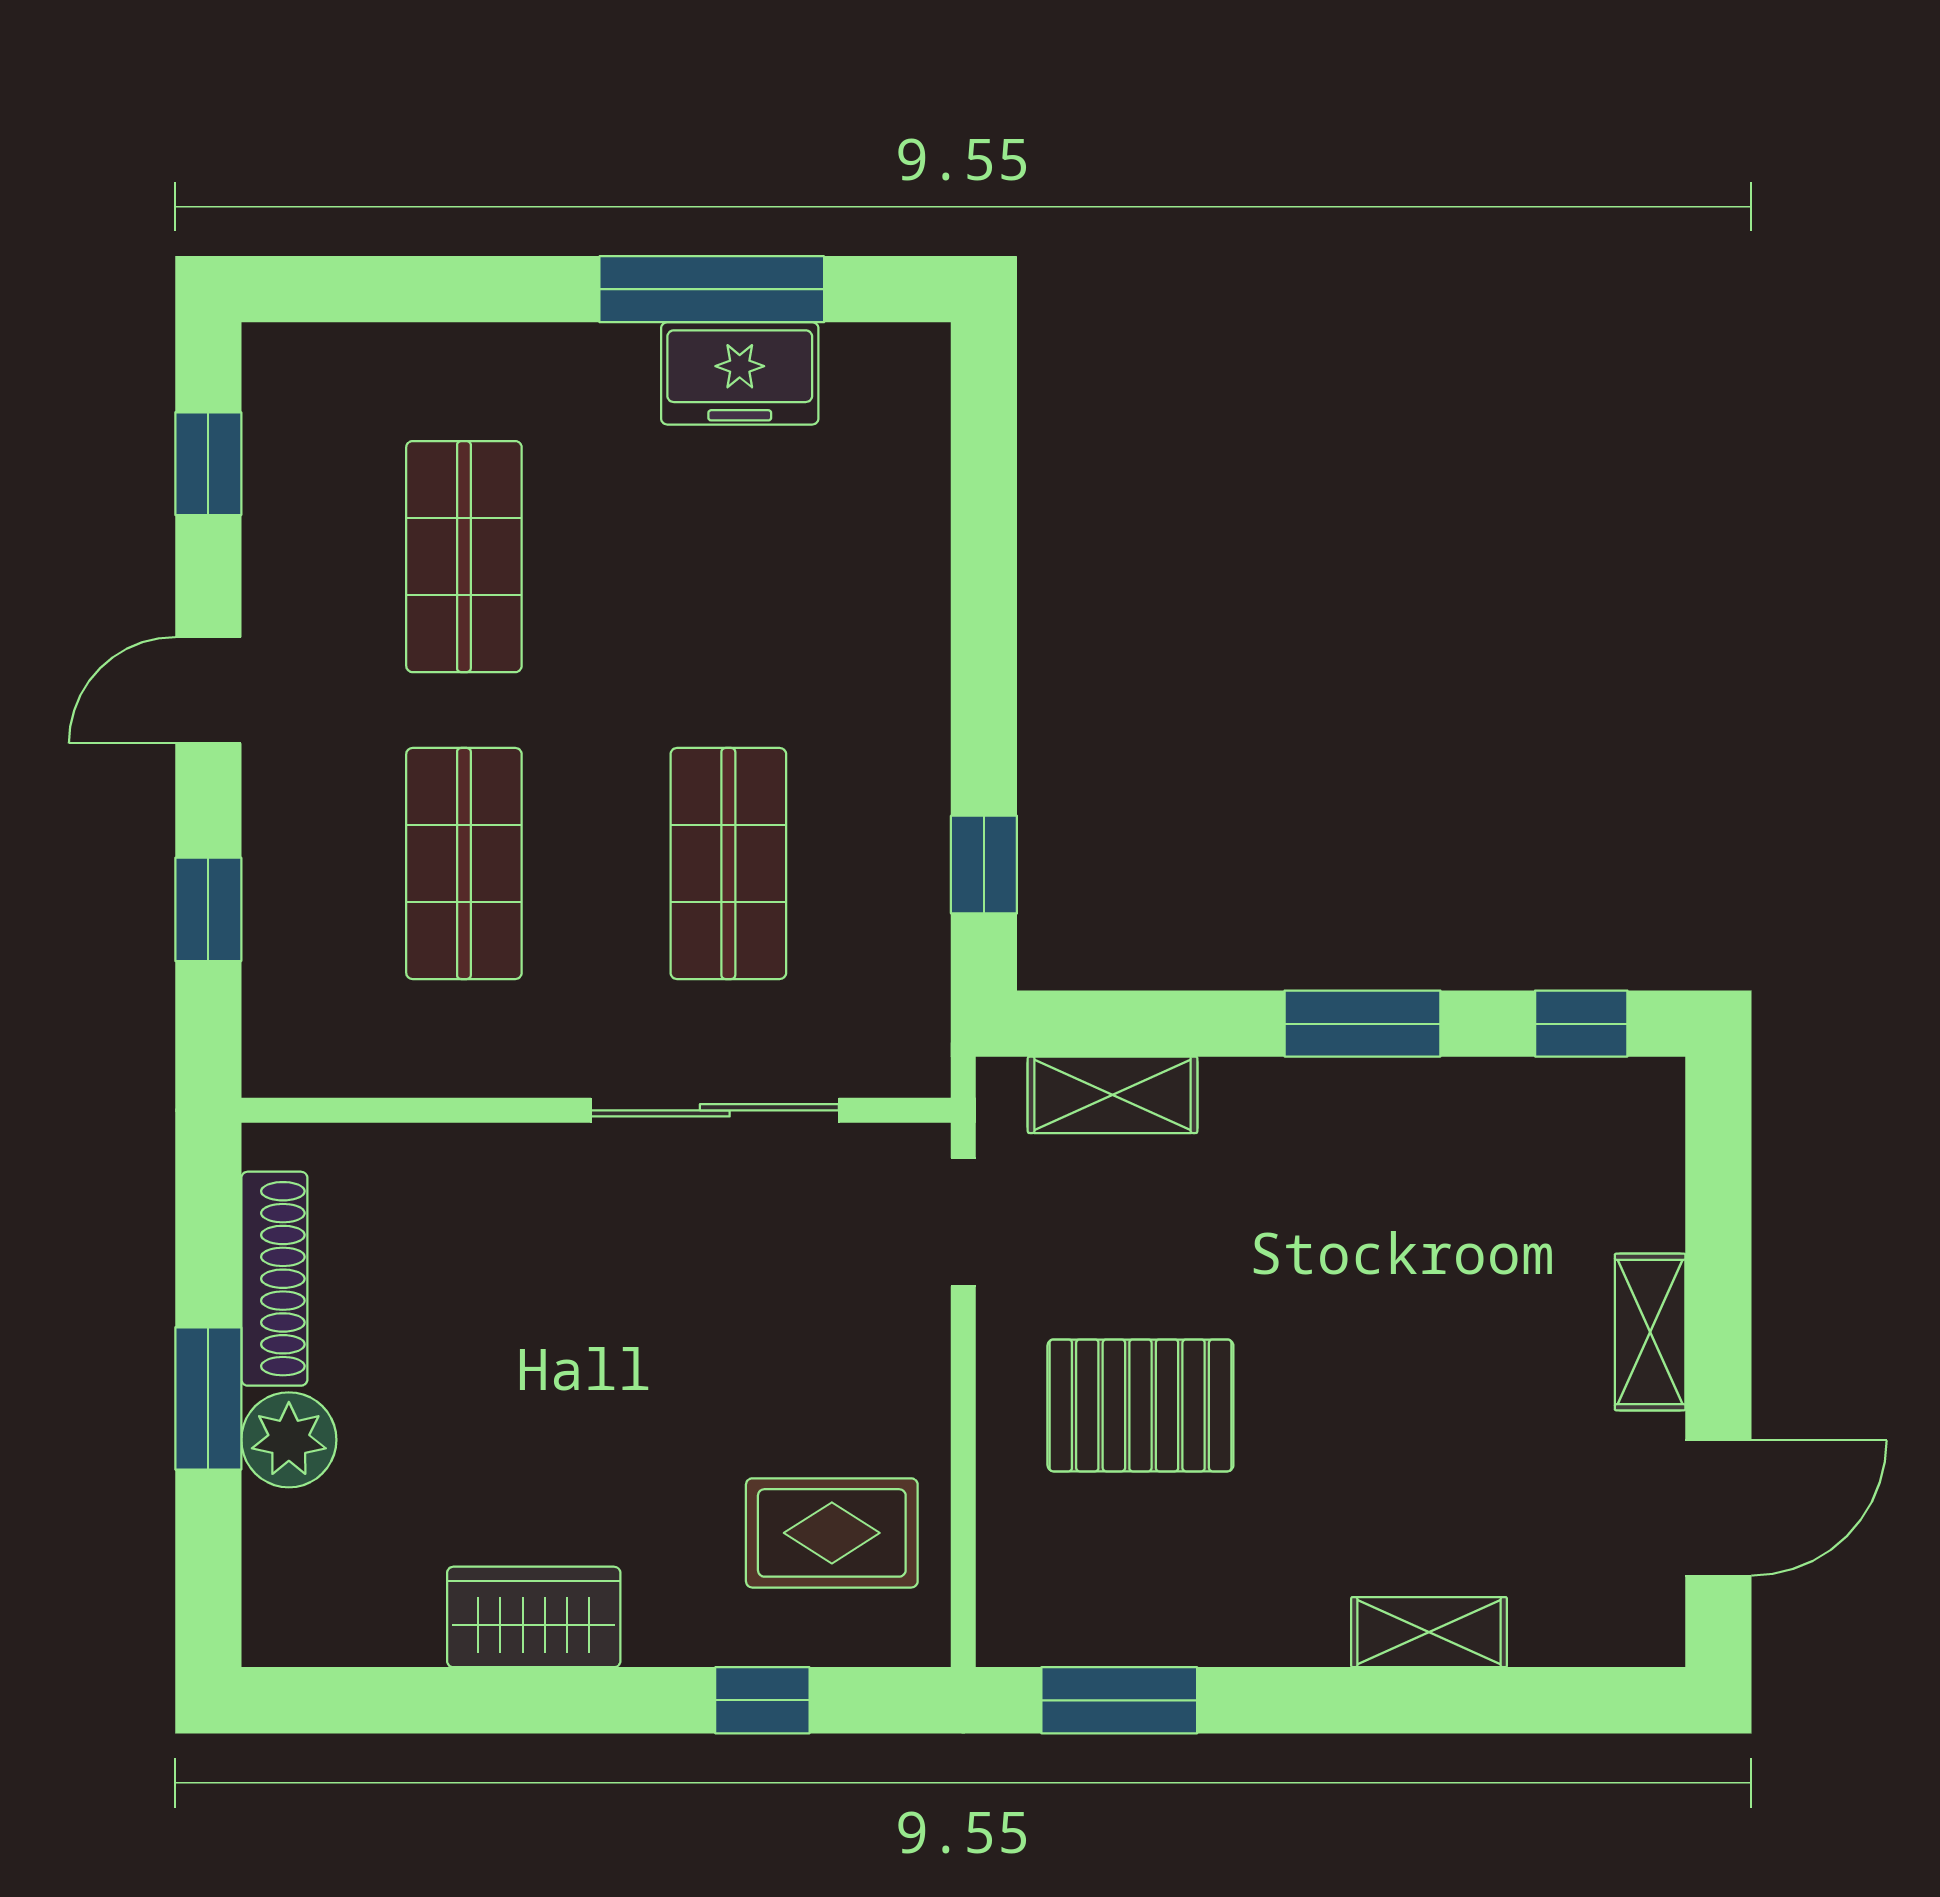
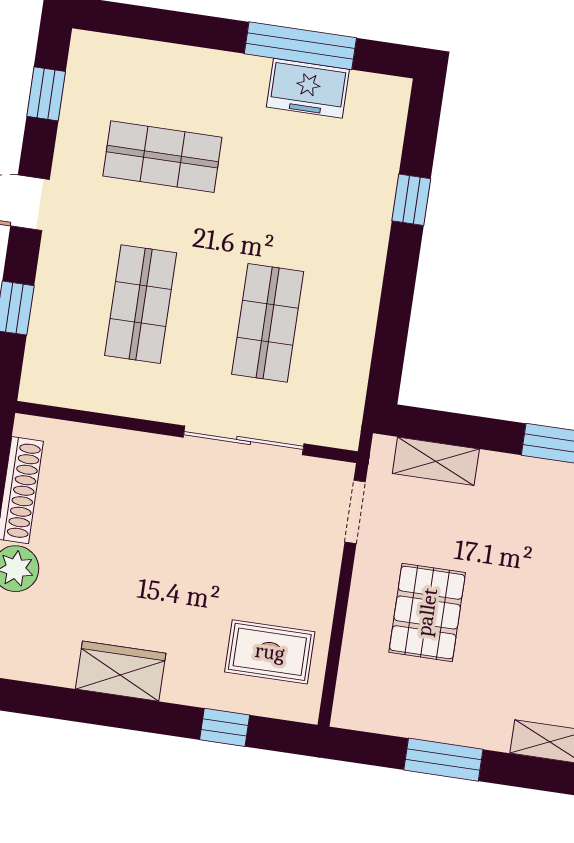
shop shelf: (464, 557) -> (162, 157), turned 90
window: (984, 865) -> (411, 200), moved
pallet: (1140, 1405) -> (427, 612), turned 90
window: (1119, 1700) -> (443, 760), moved

